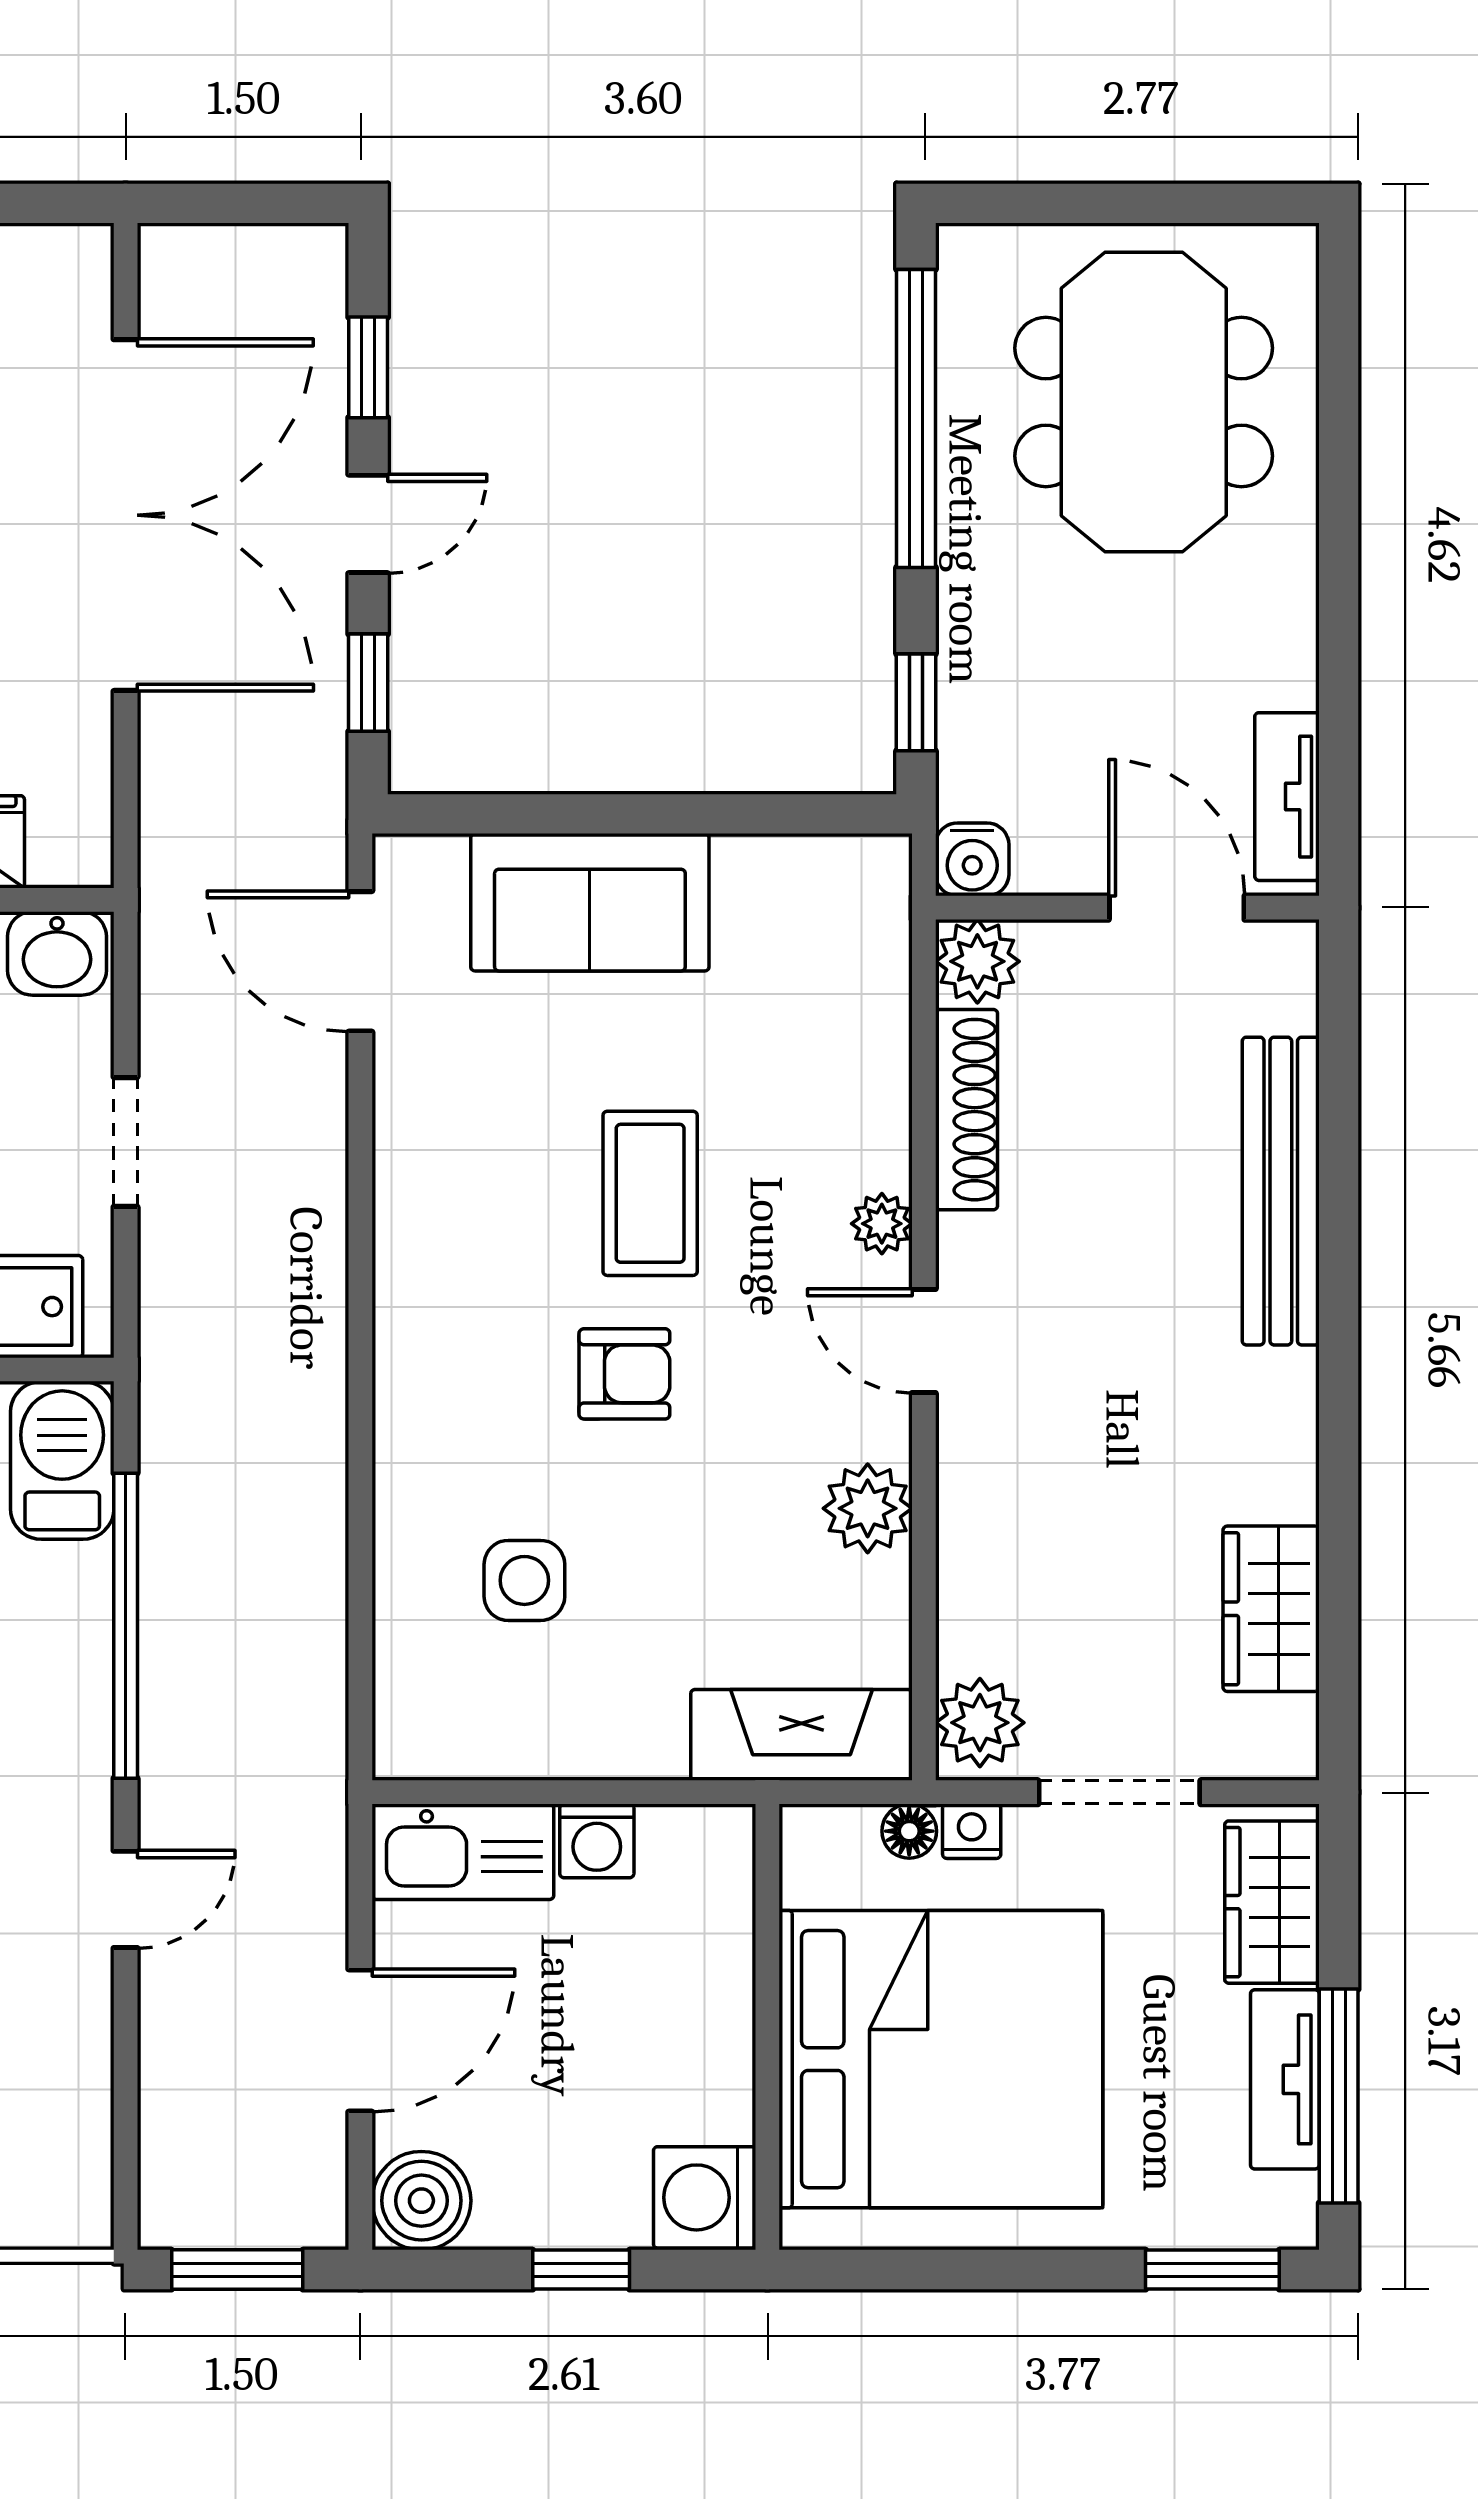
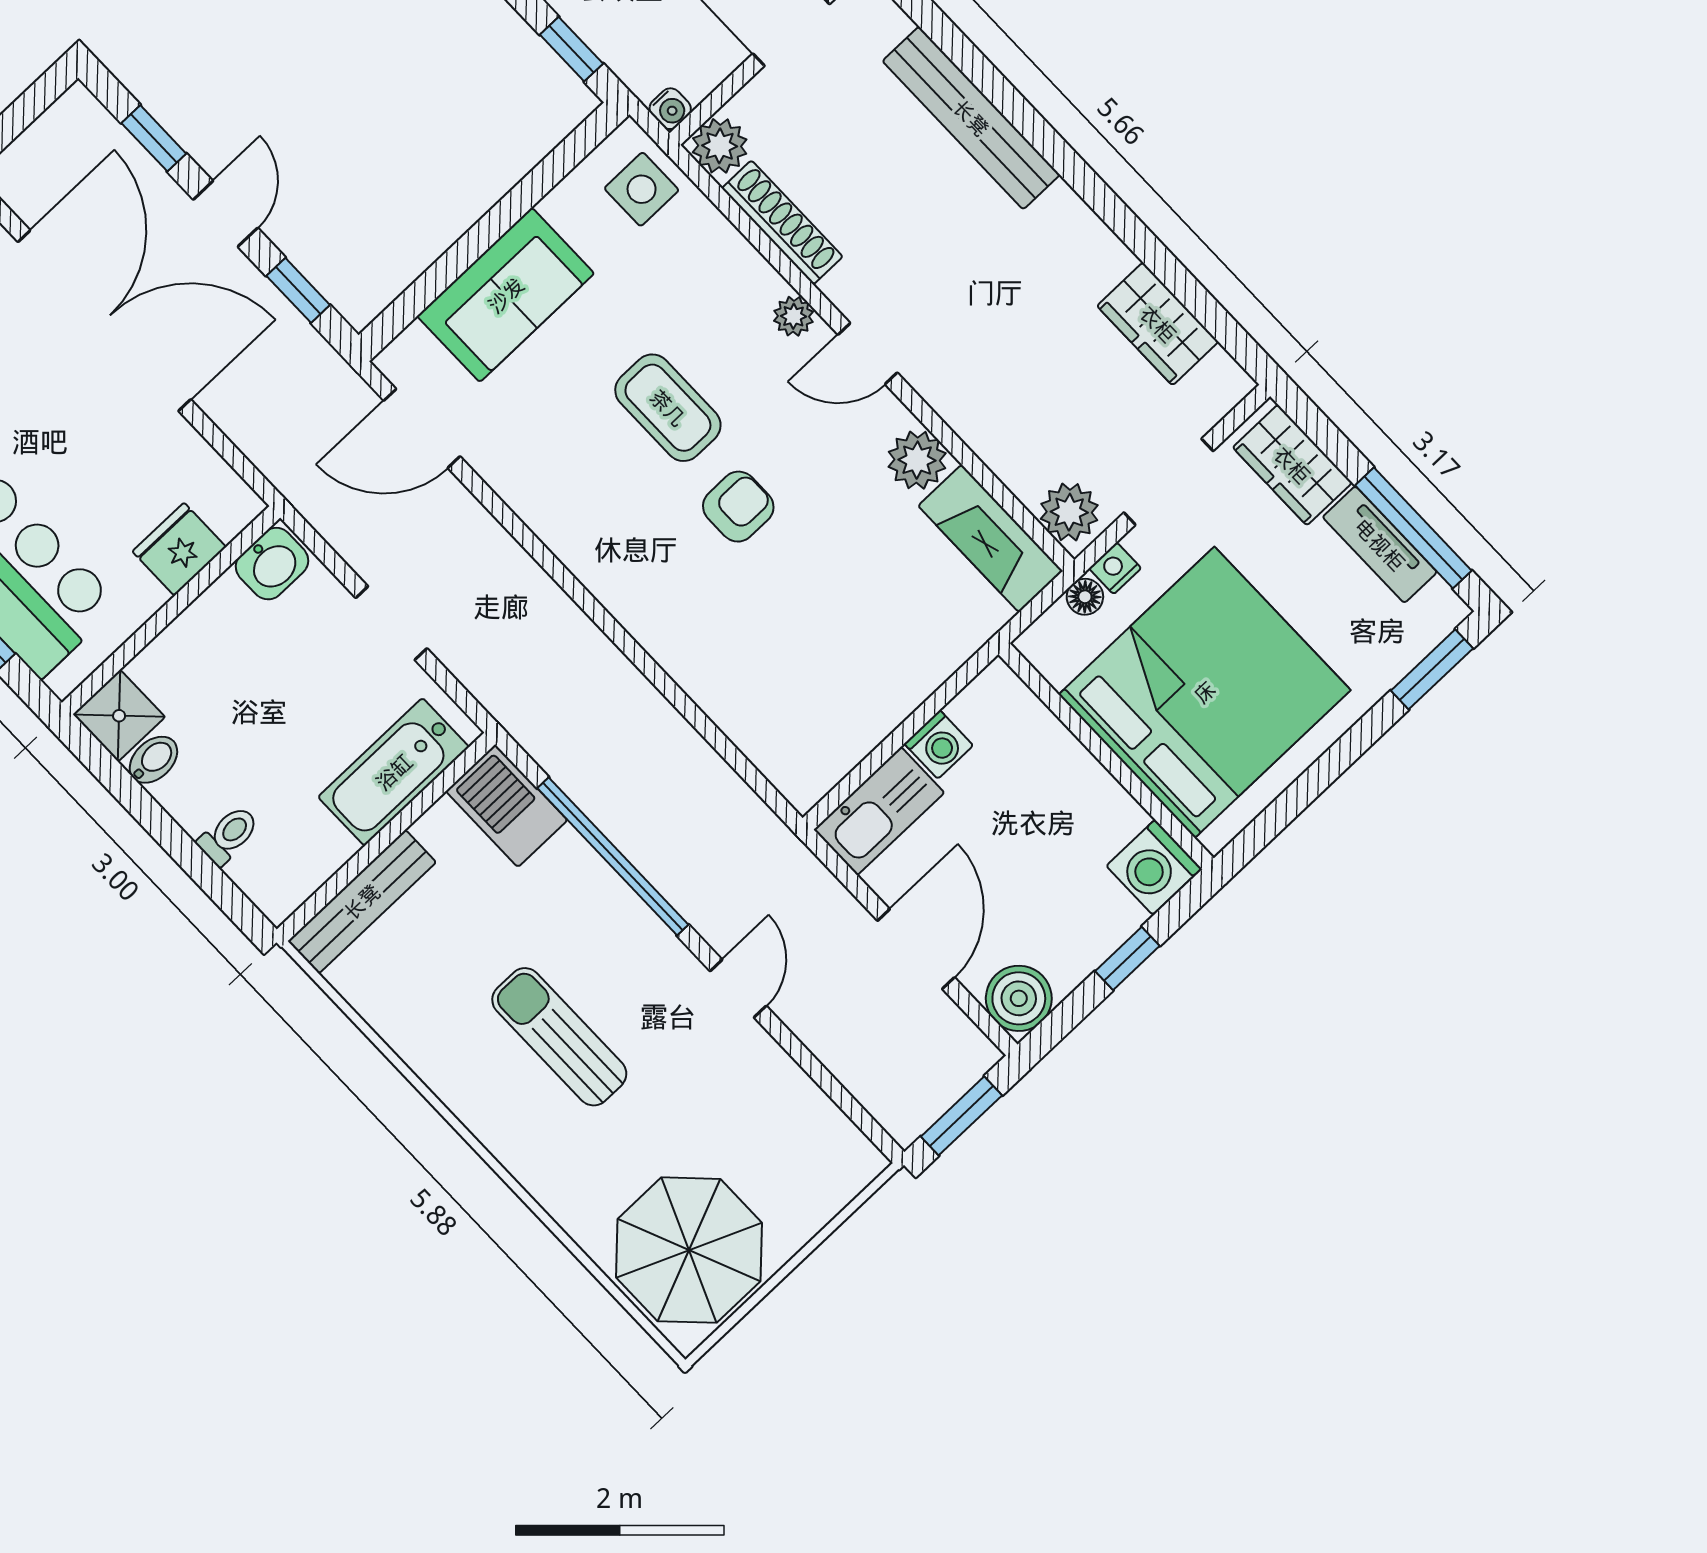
water cooler: (972, 859) -> (670, 109), width x0.72, depth x0.72
side table: (524, 1580) -> (642, 189), moved
fireplace: (801, 1735) -> (990, 538), moved, turned -90

